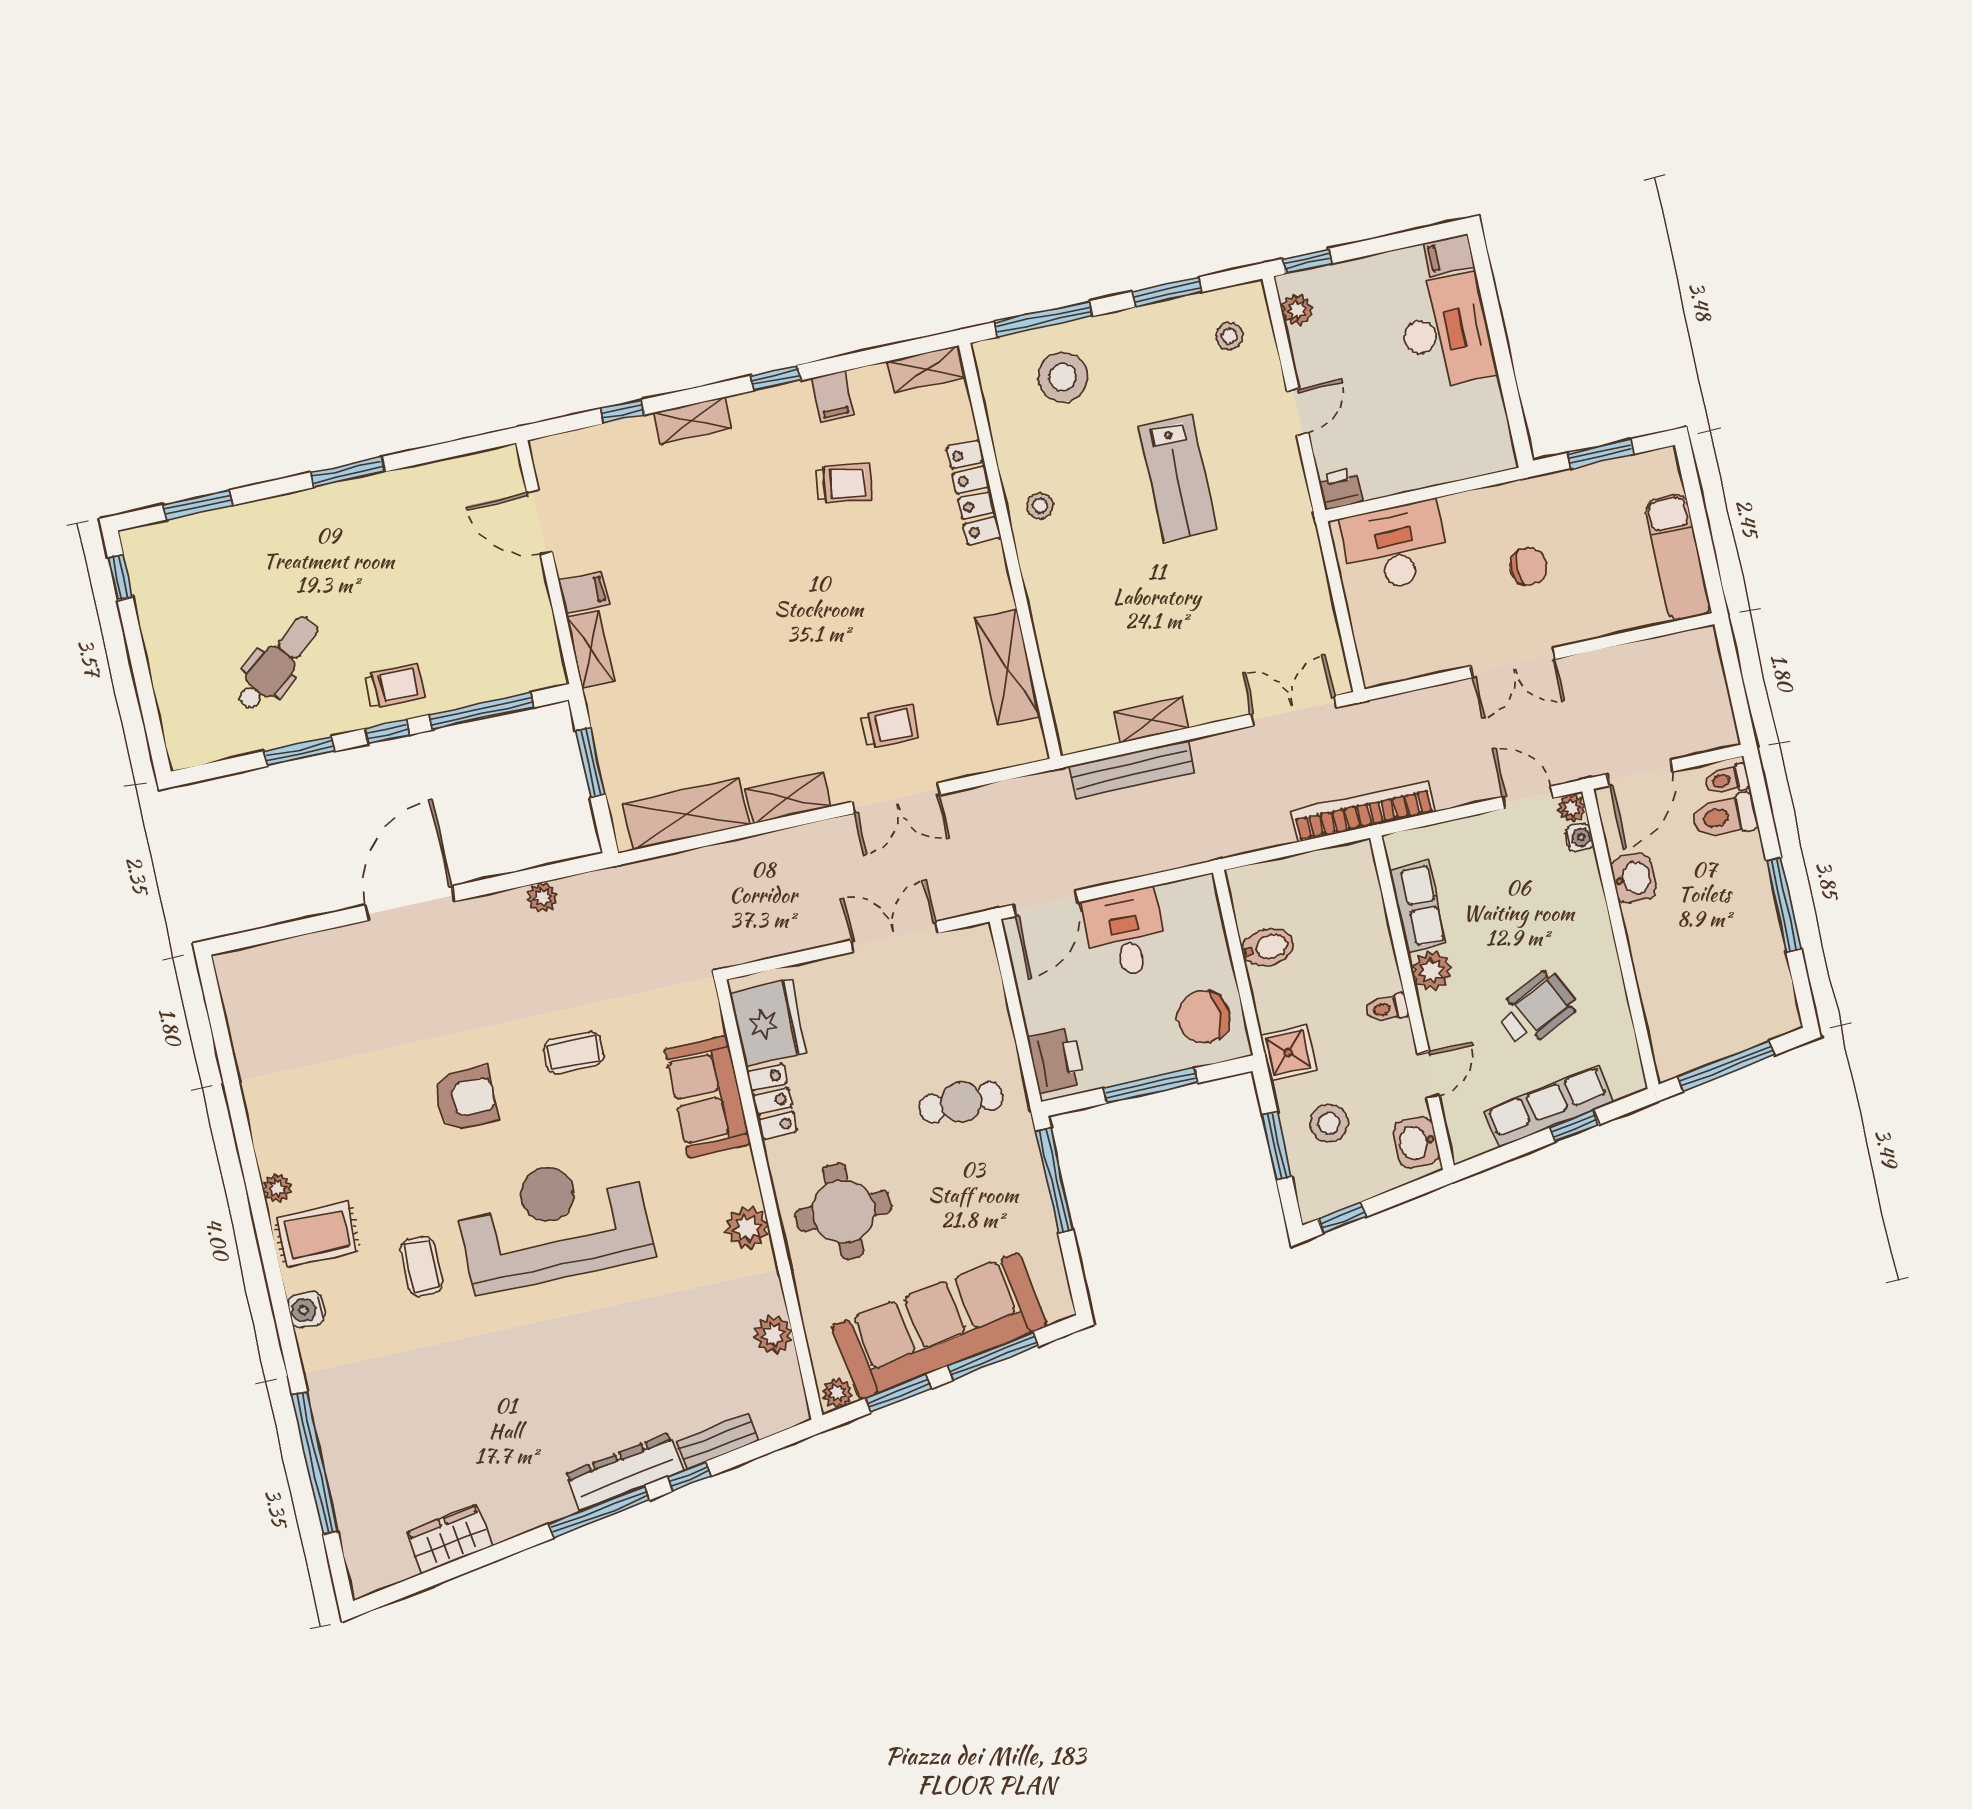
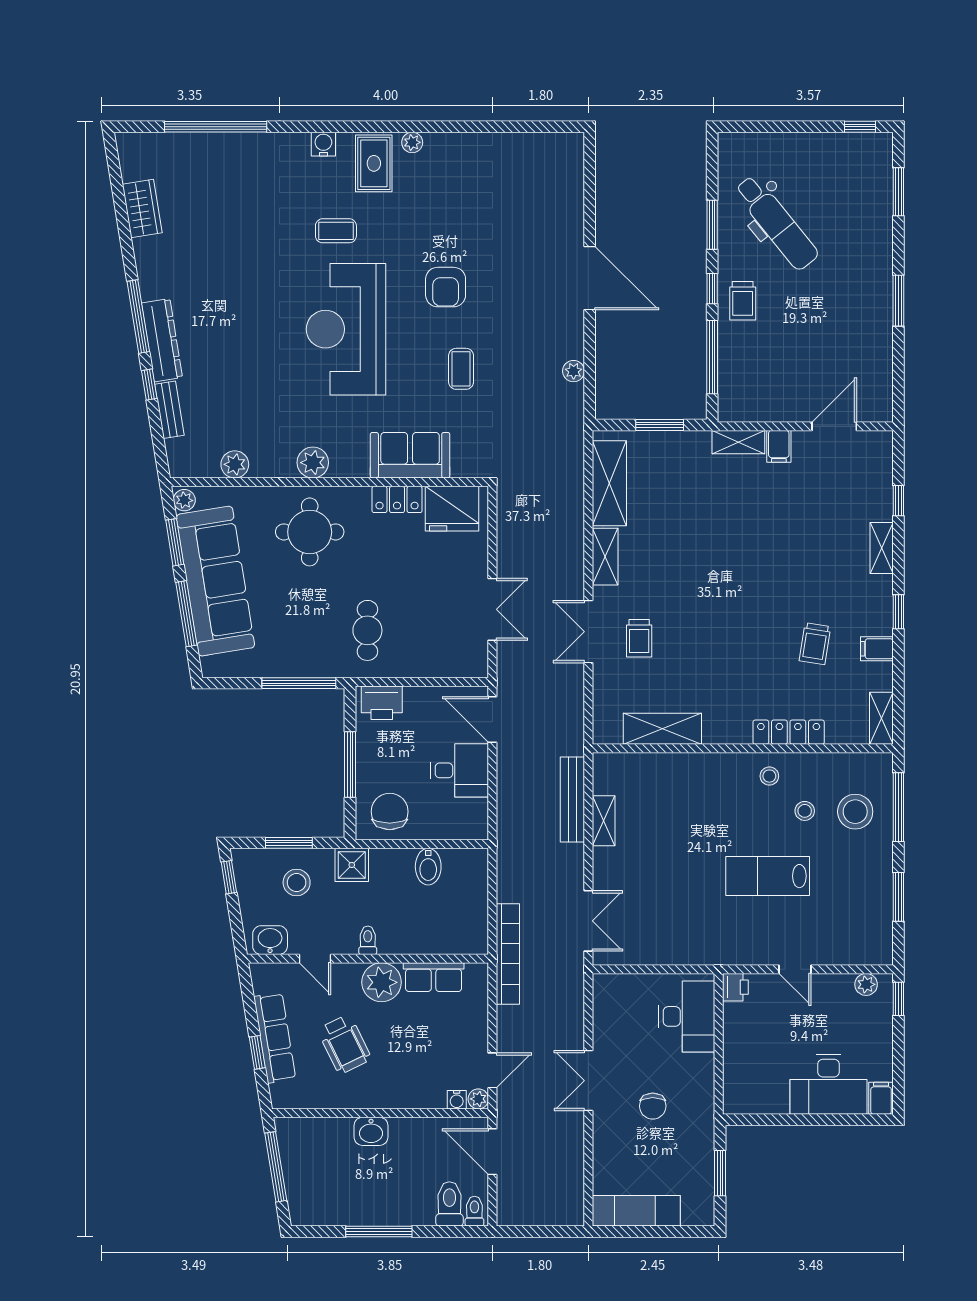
stool: (1229, 336) -> (805, 811), moved
dental chair: (277, 663) -> (776, 223), width x1.36, depth x1.38
washbasin: (1634, 878) -> (371, 1131), moved
plant: (1432, 971) -> (382, 982), width x1.36, depth x1.36
reception desk: (554, 1223) -> (346, 329), turned 180

